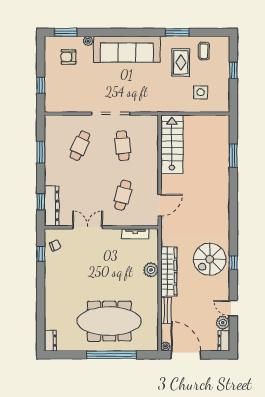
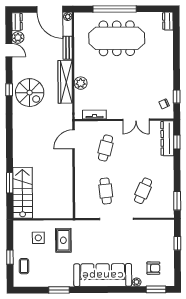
coffee table: (204, 51) -> (24, 266), moved
rug: (181, 62) -> (63, 240), moved
stairs: (172, 144) -> (23, 193), moved, turned 180
window: (41, 152) -> (177, 201), moved
spiral stairs: (210, 259) -> (30, 93), turned 90

